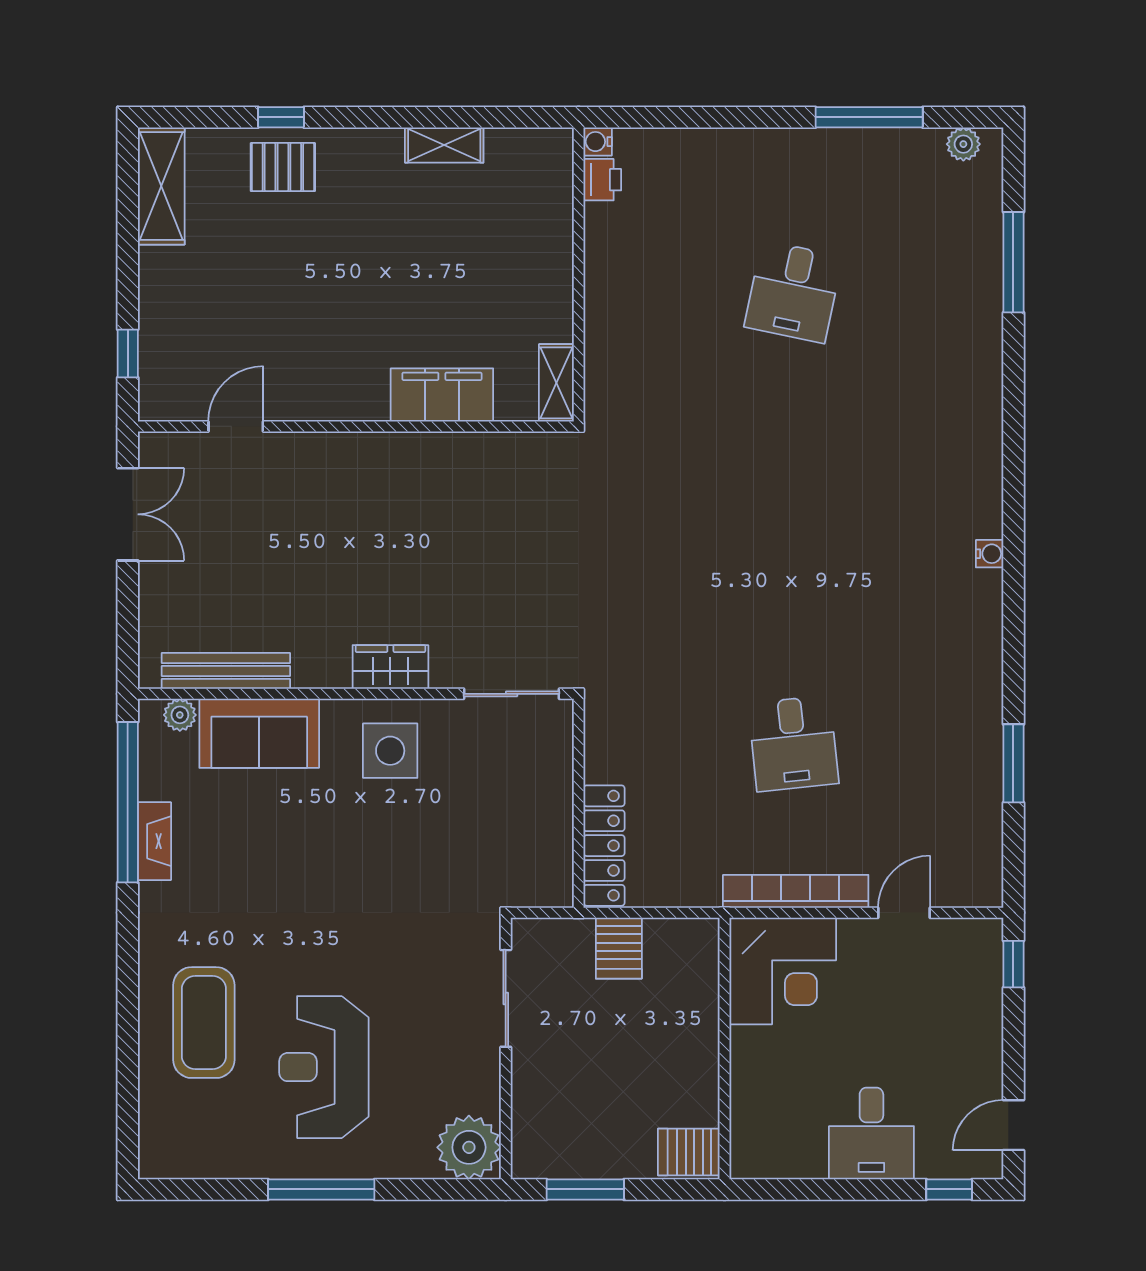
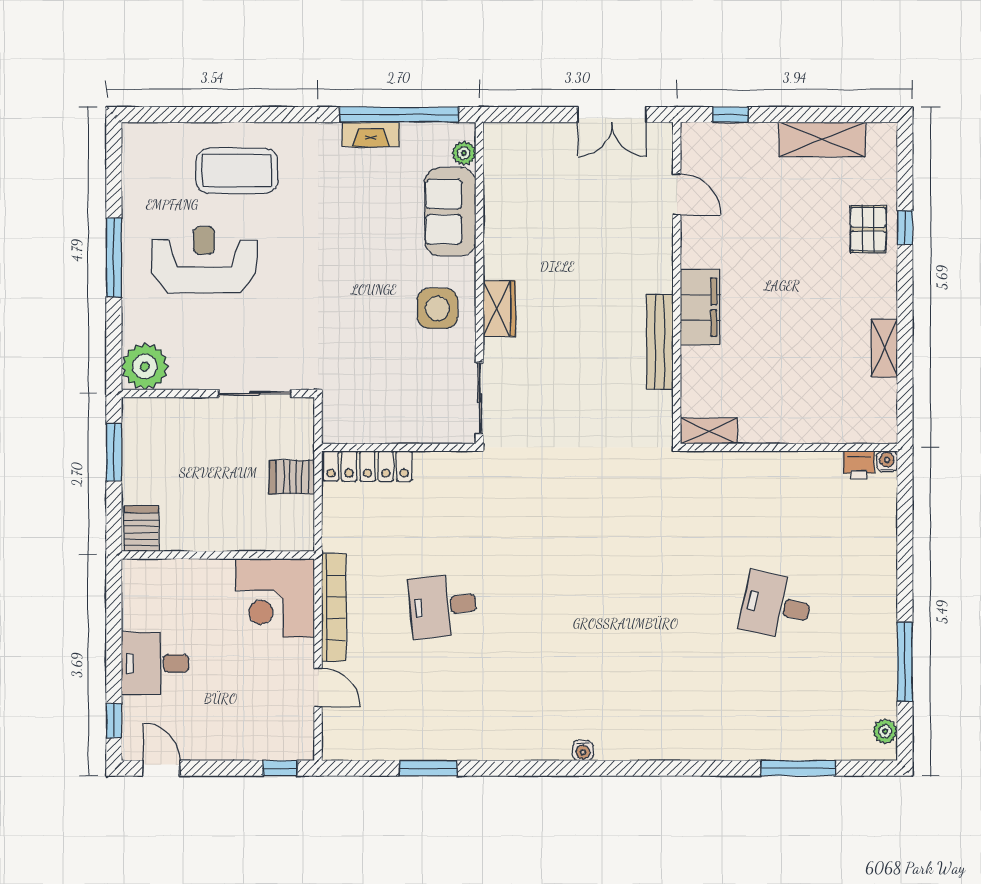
shelving: (161, 186) -> (822, 139), moved
filing cabinet: (442, 395) -> (700, 307), moved
bench: (226, 671) -> (660, 342), moved

